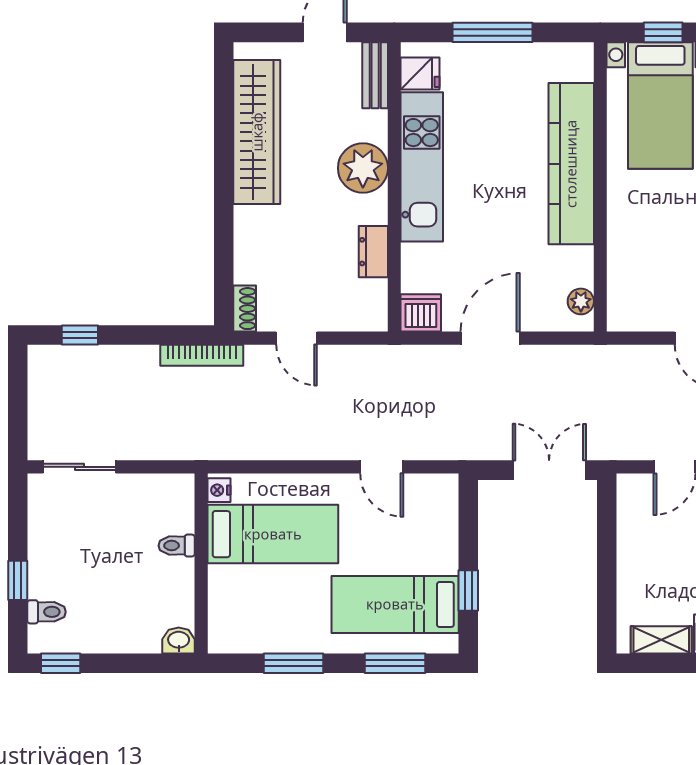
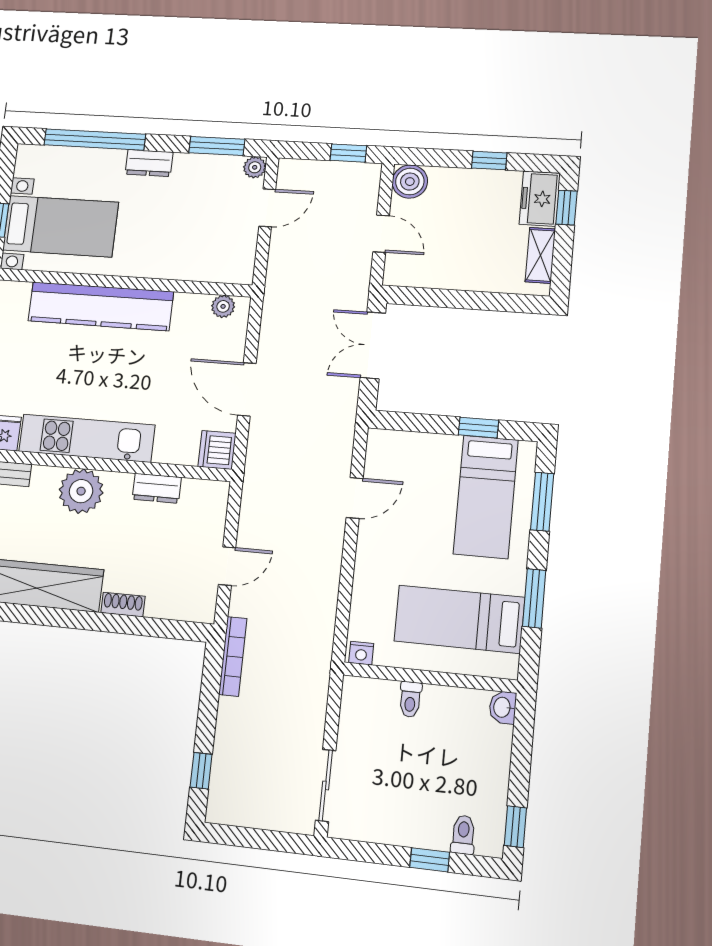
shoe rack: (245, 309) -> (123, 605), moved
bed: (273, 534) -> (459, 619), moved, turned -90

